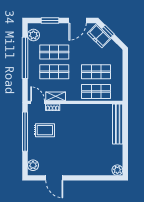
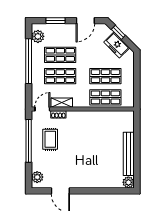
freezer: (99, 36) -> (117, 45), moved
door: (38, 102) -> (42, 109), hinge flipped
bench: (118, 124) -> (129, 154), moved
rug: (45, 130) -> (50, 139), turned 90

